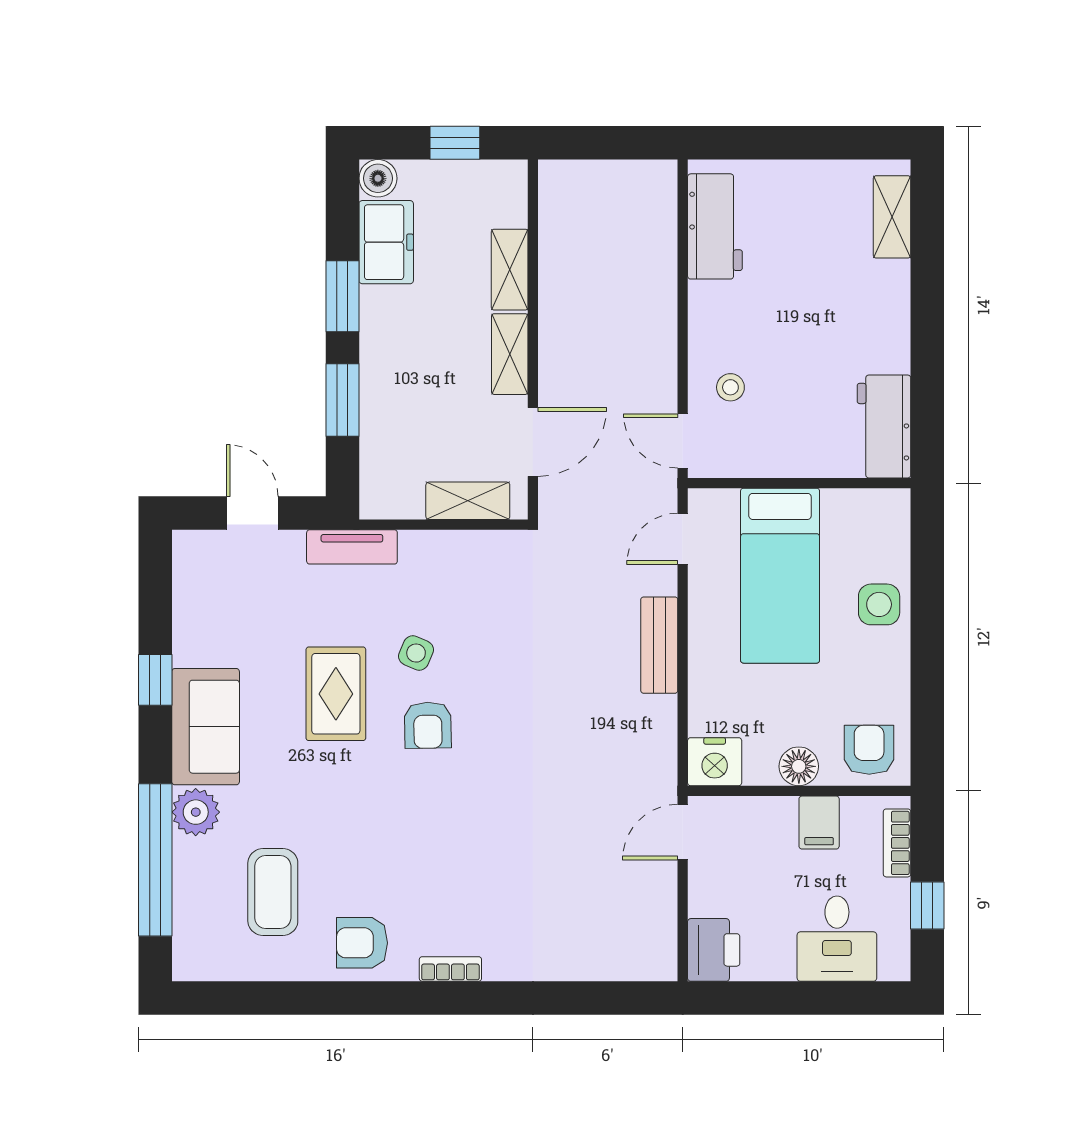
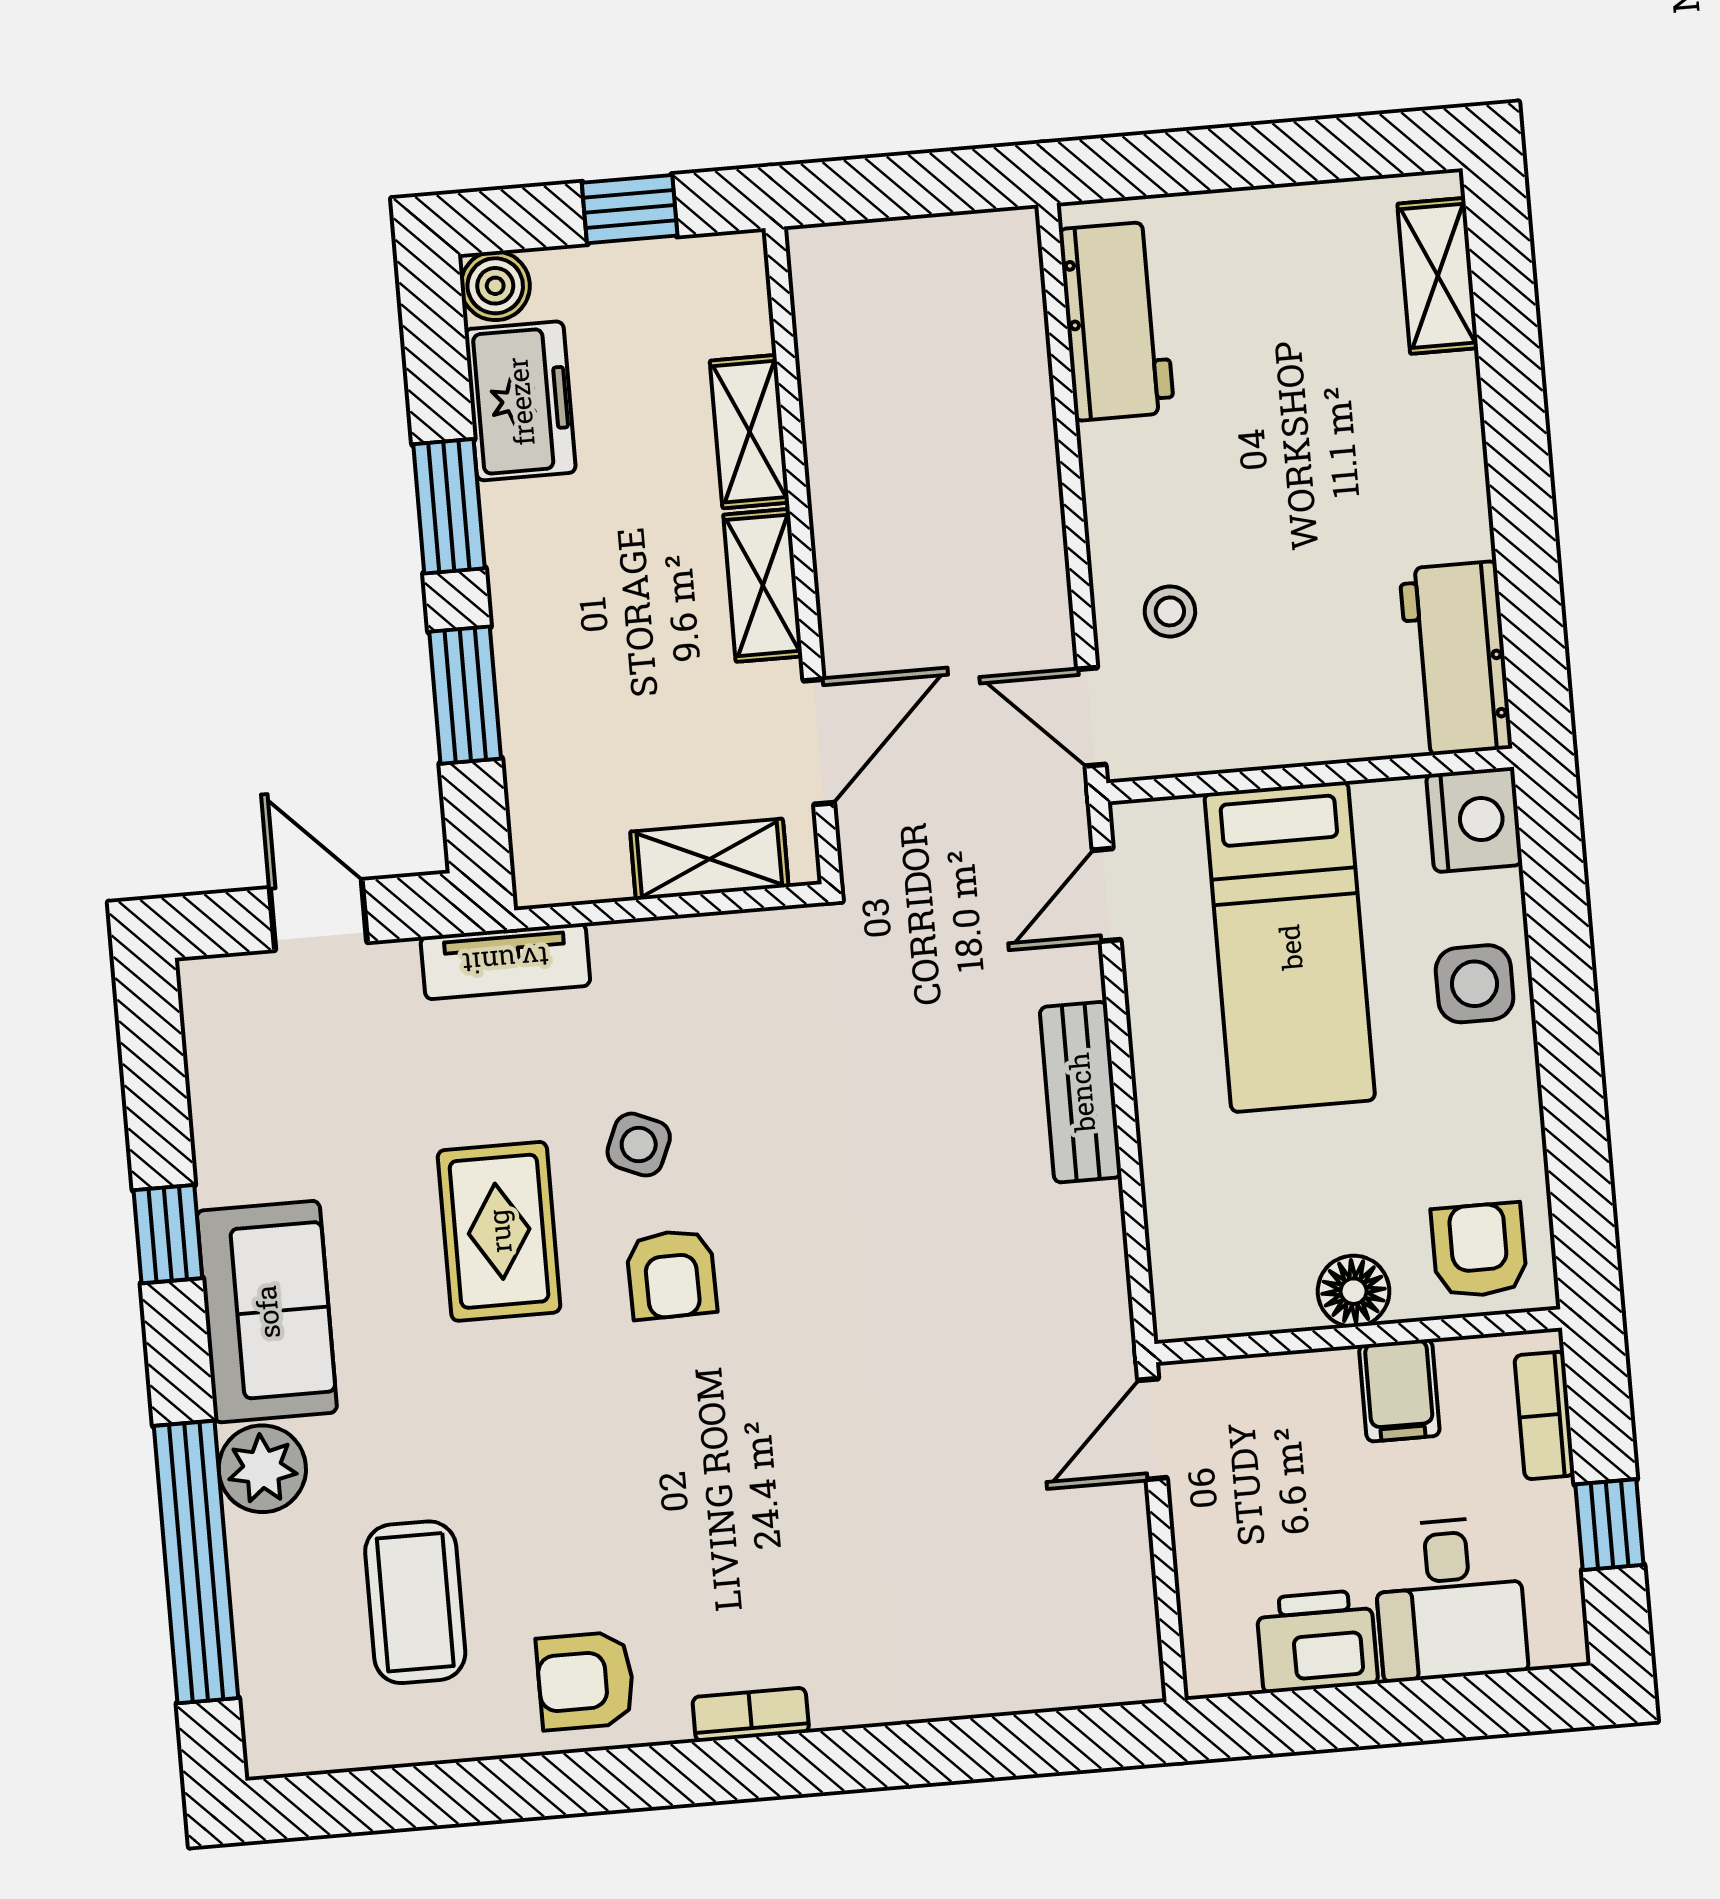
nightstand: (715, 762) -> (1474, 820), moved, turned -90
printer: (714, 950) -> (1317, 1641), moved, turned -90

